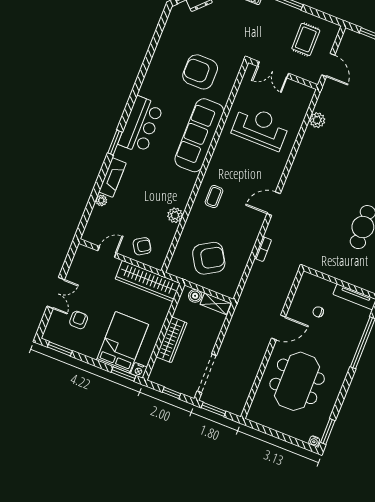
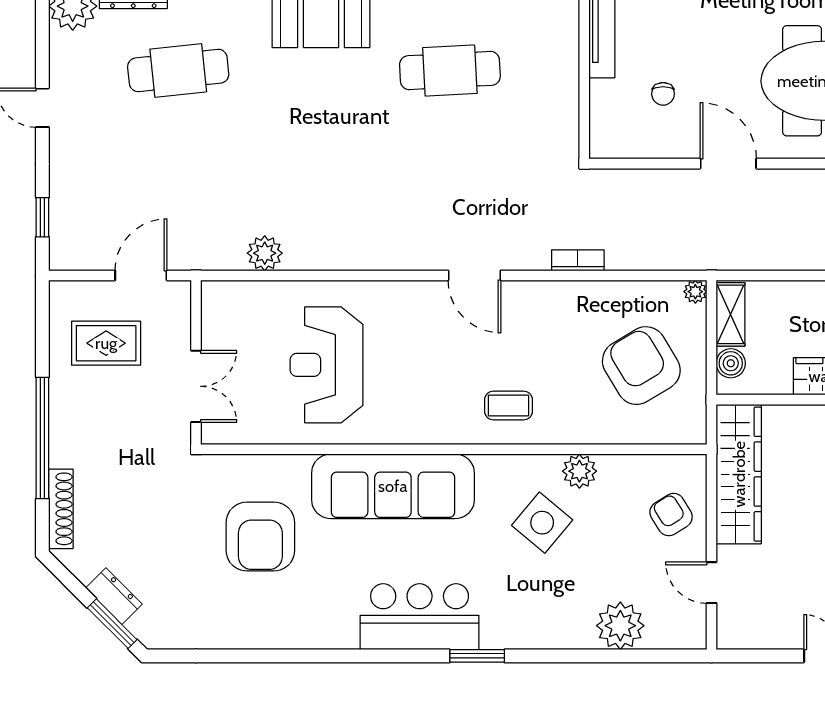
fireplace: (112, 178) -> (552, 632), removed
side table: (160, 191) -> (542, 523), added
plant: (101, 200) -> (620, 626), width x1.88, depth x1.88
plant: (231, 293) -> (695, 292), added

